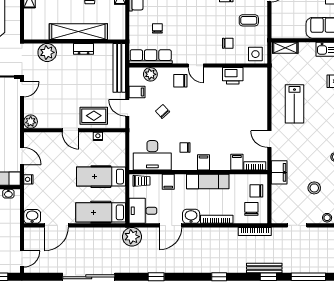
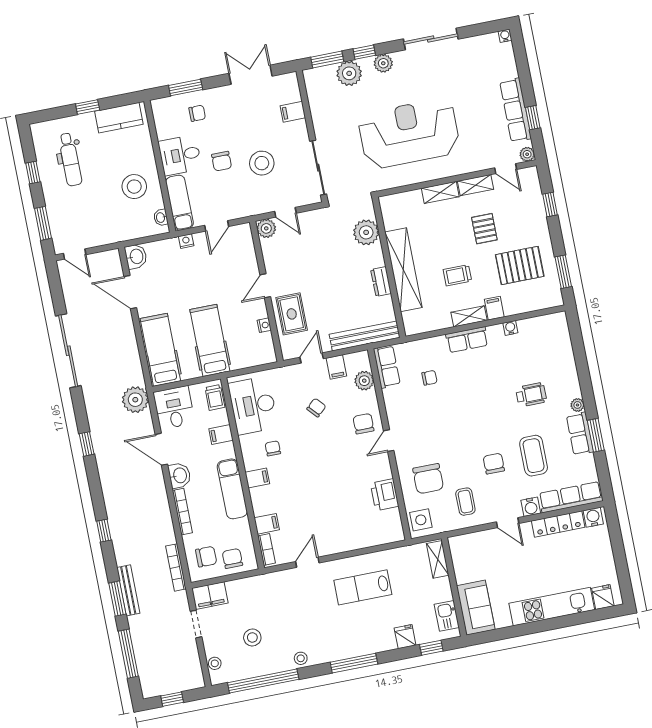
chair: (228, 43) -> (428, 479), width x1.87, depth x1.87
row of seats: (151, 57) -> (387, 367), width x0.68
door: (22, 89) -> (285, 212), moved
filing cabinet: (279, 172) -> (210, 596), moved
window: (268, 277) -> (117, 599), width x1.50

